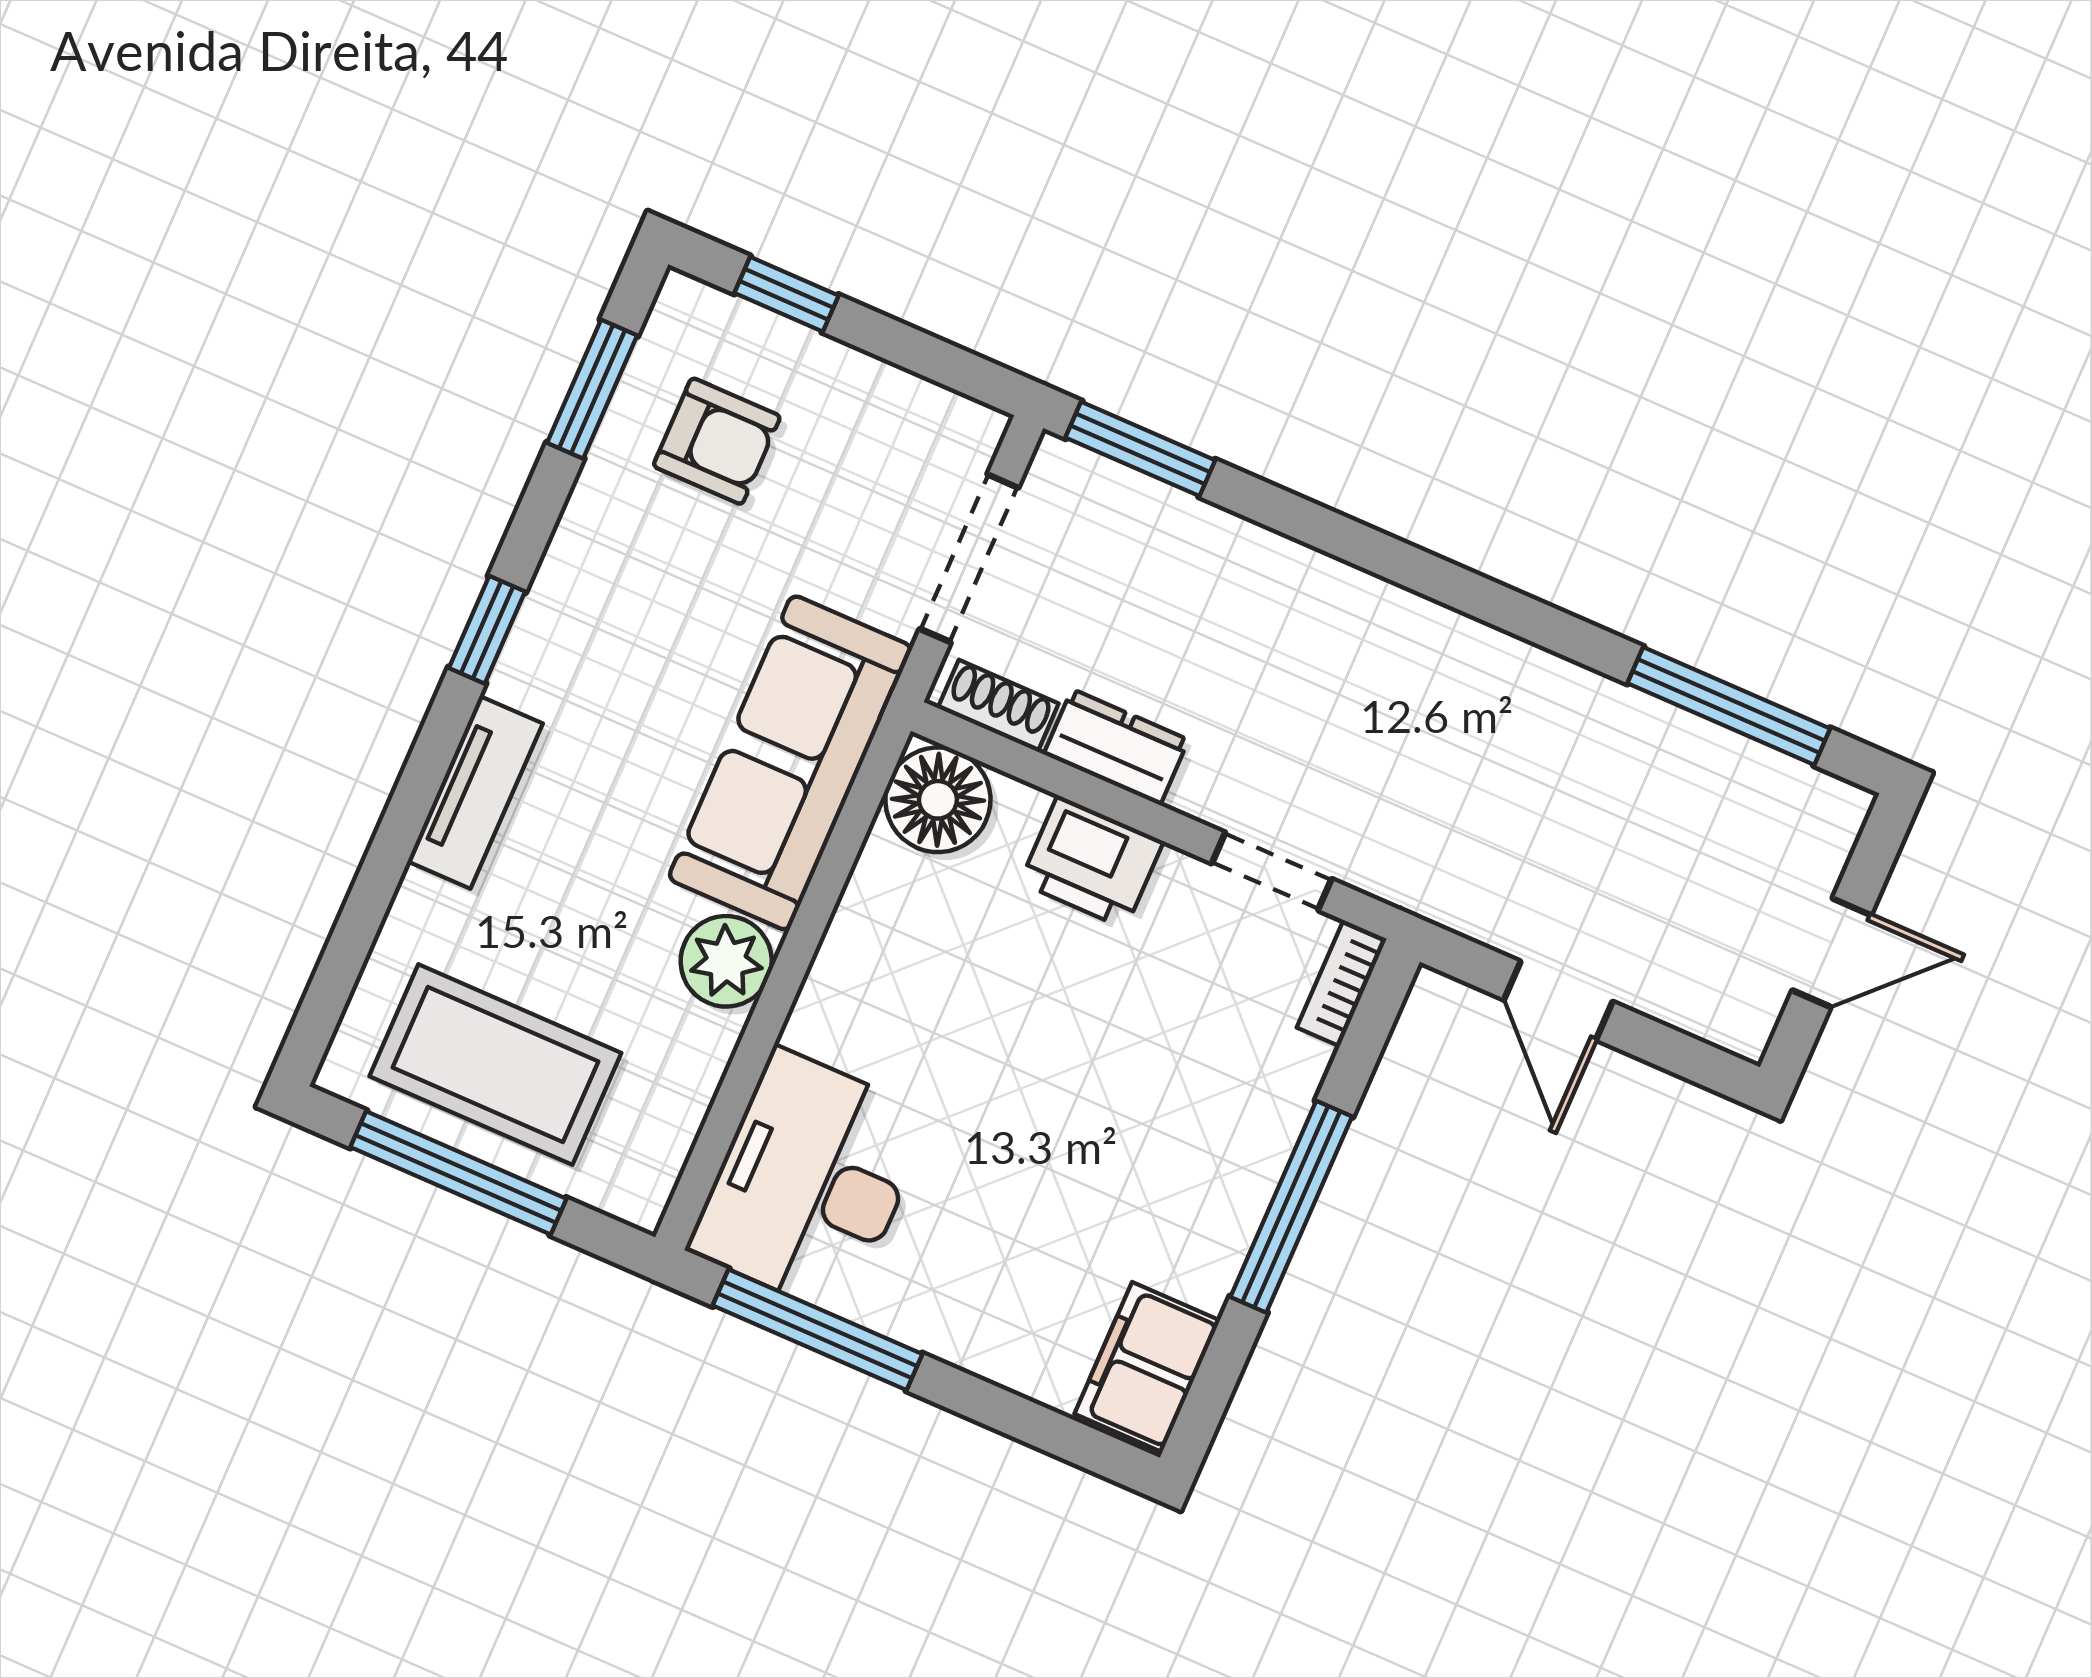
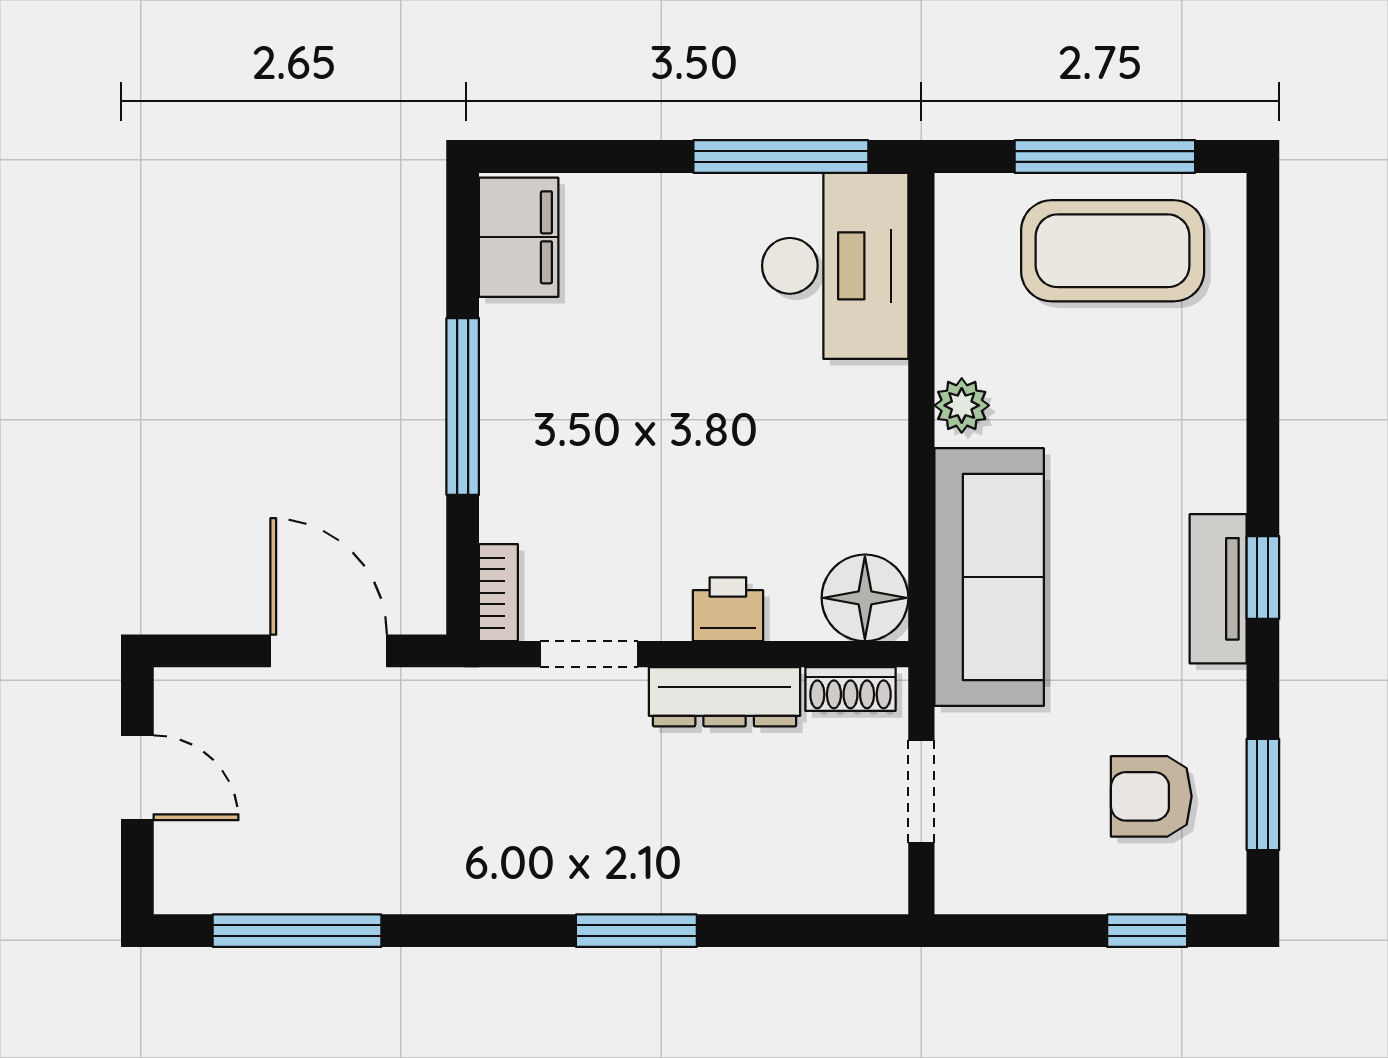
window: (1140, 449) -> (636, 931), moved
doorway: (969, 558) -> (921, 791), width x0.73
dresser: (1116, 747) -> (725, 697), width x1.44
tv unit: (475, 792) -> (1218, 589), moved
printer: (1092, 862) -> (728, 609), width x0.73, depth x0.81
door: (1832, 953) -> (137, 778), swing flipped
plant: (726, 961) -> (962, 405), width x0.73, depth x0.73
door: (1558, 1001) -> (329, 651), width x1.37

